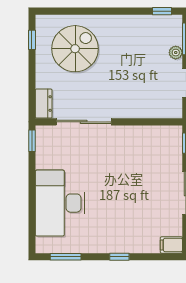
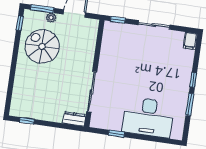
spiral stairs: (75, 49) -> (42, 46), moved
window: (32, 141) -> (116, 134), moved
window: (66, 257) -> (190, 104), moved

